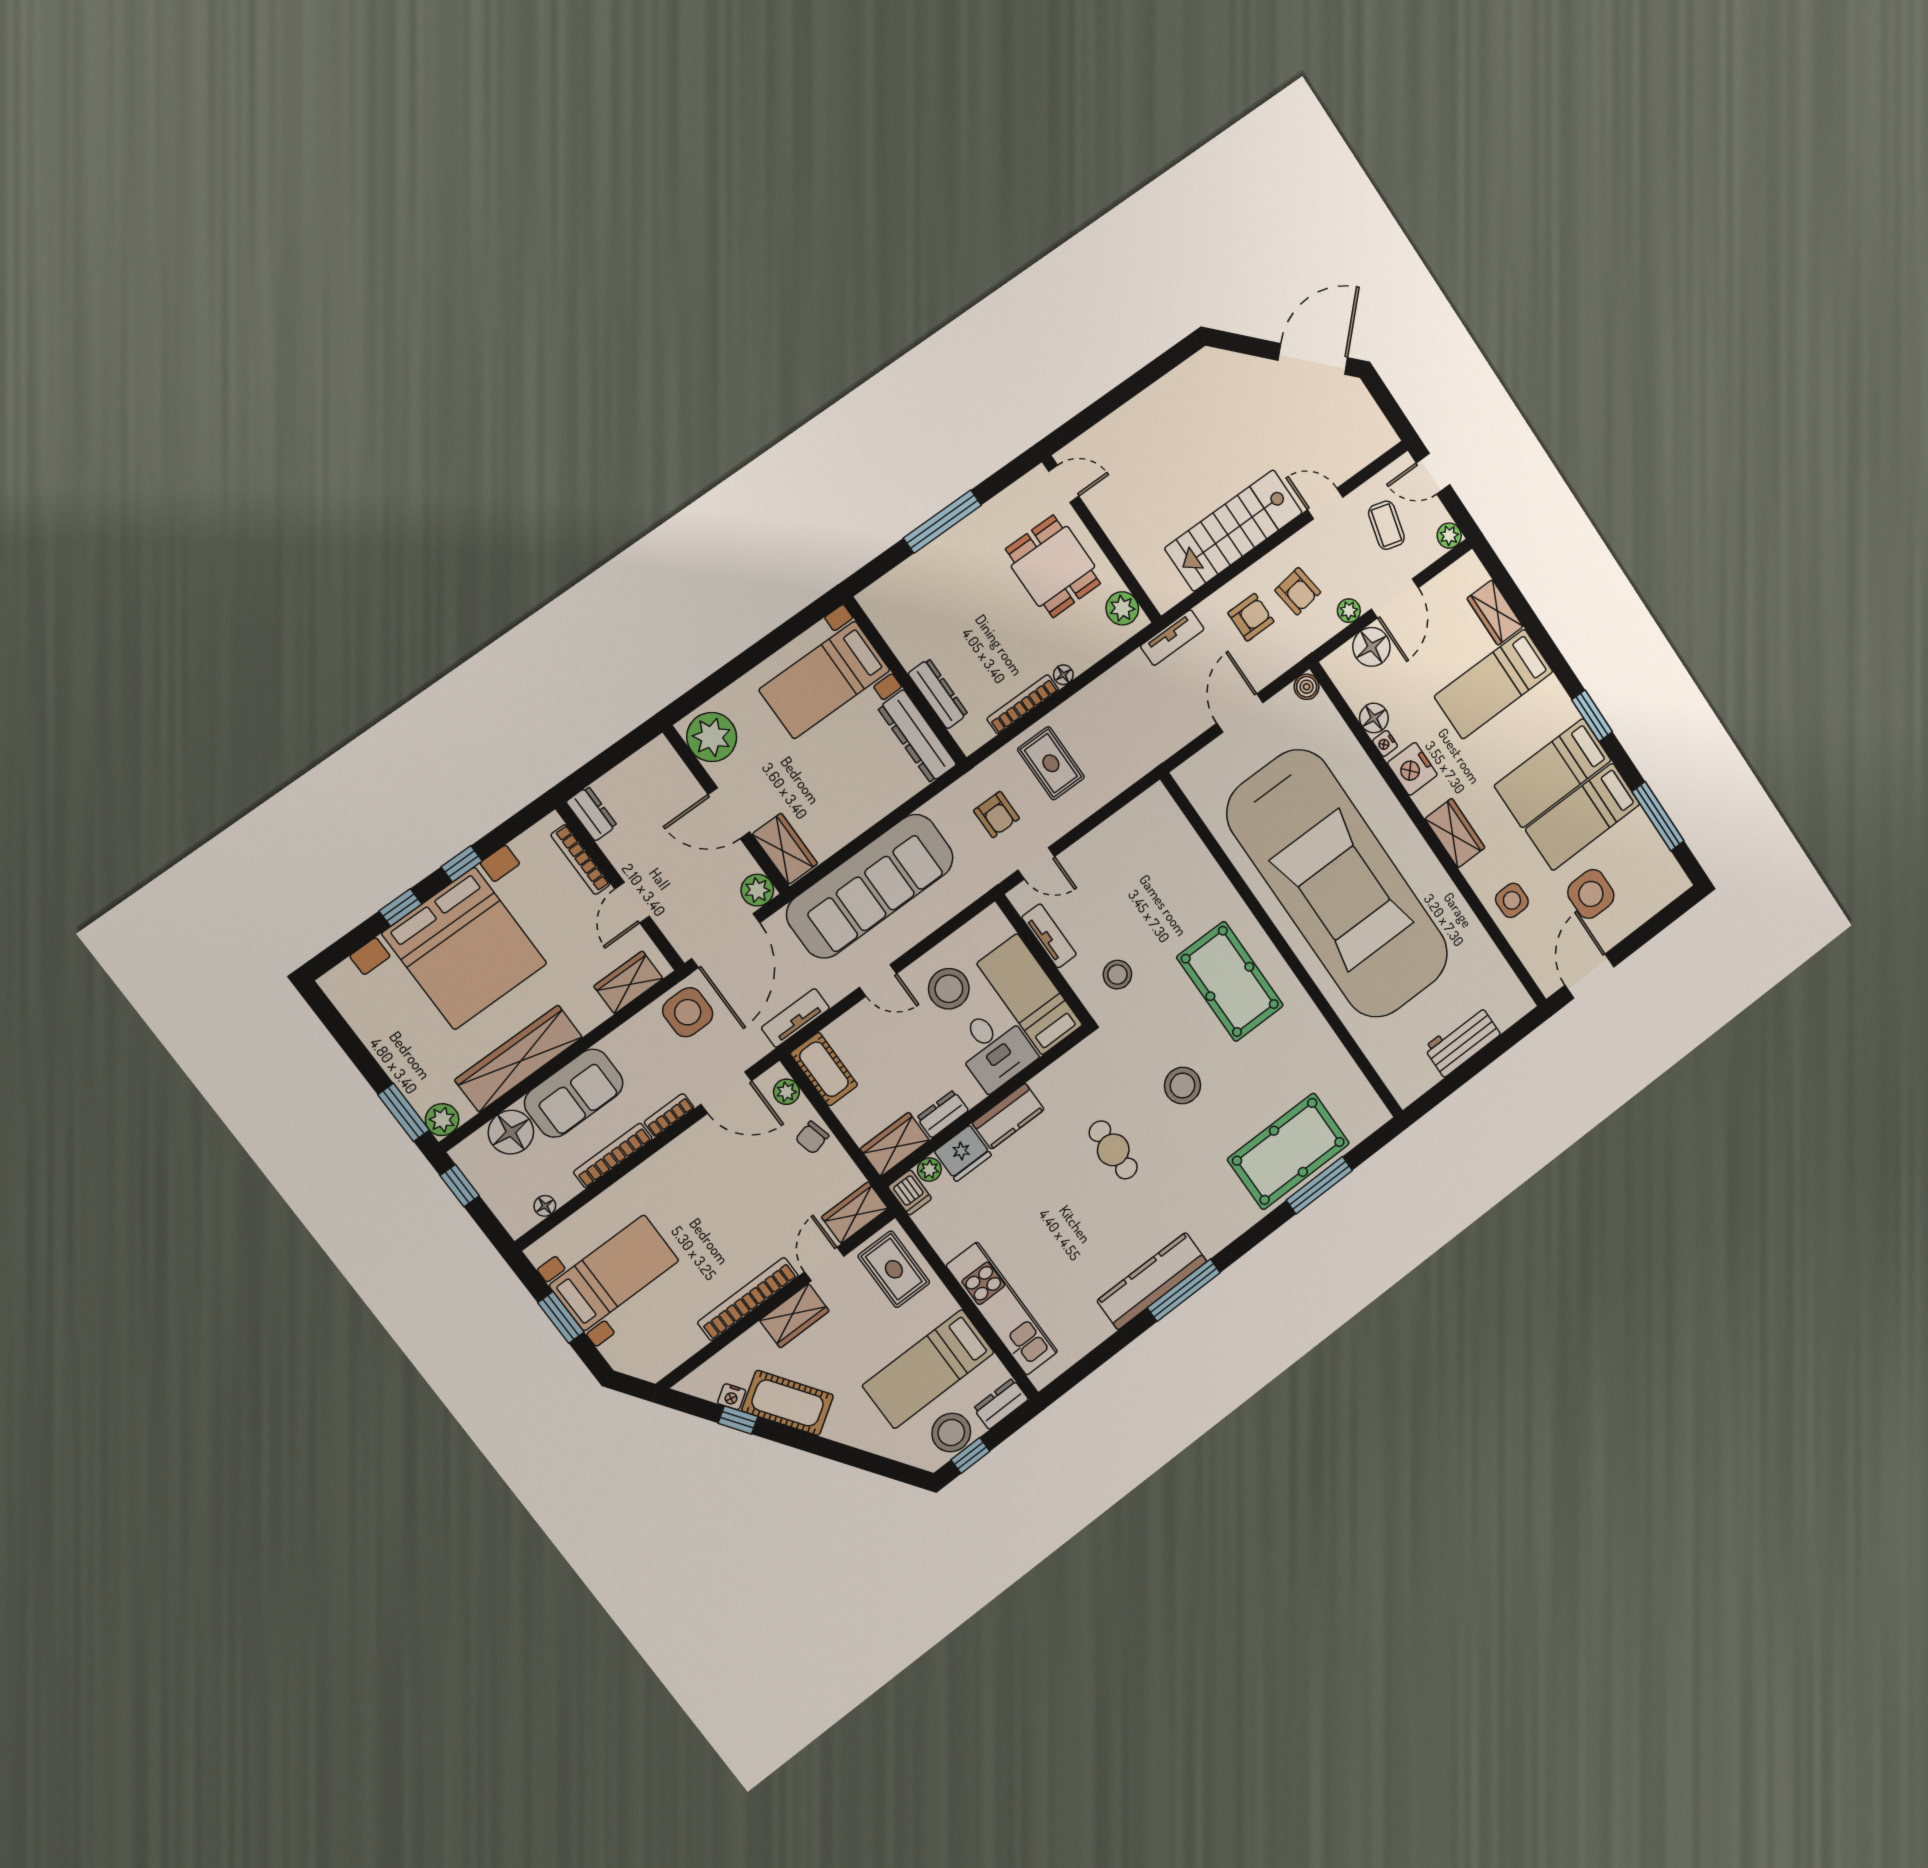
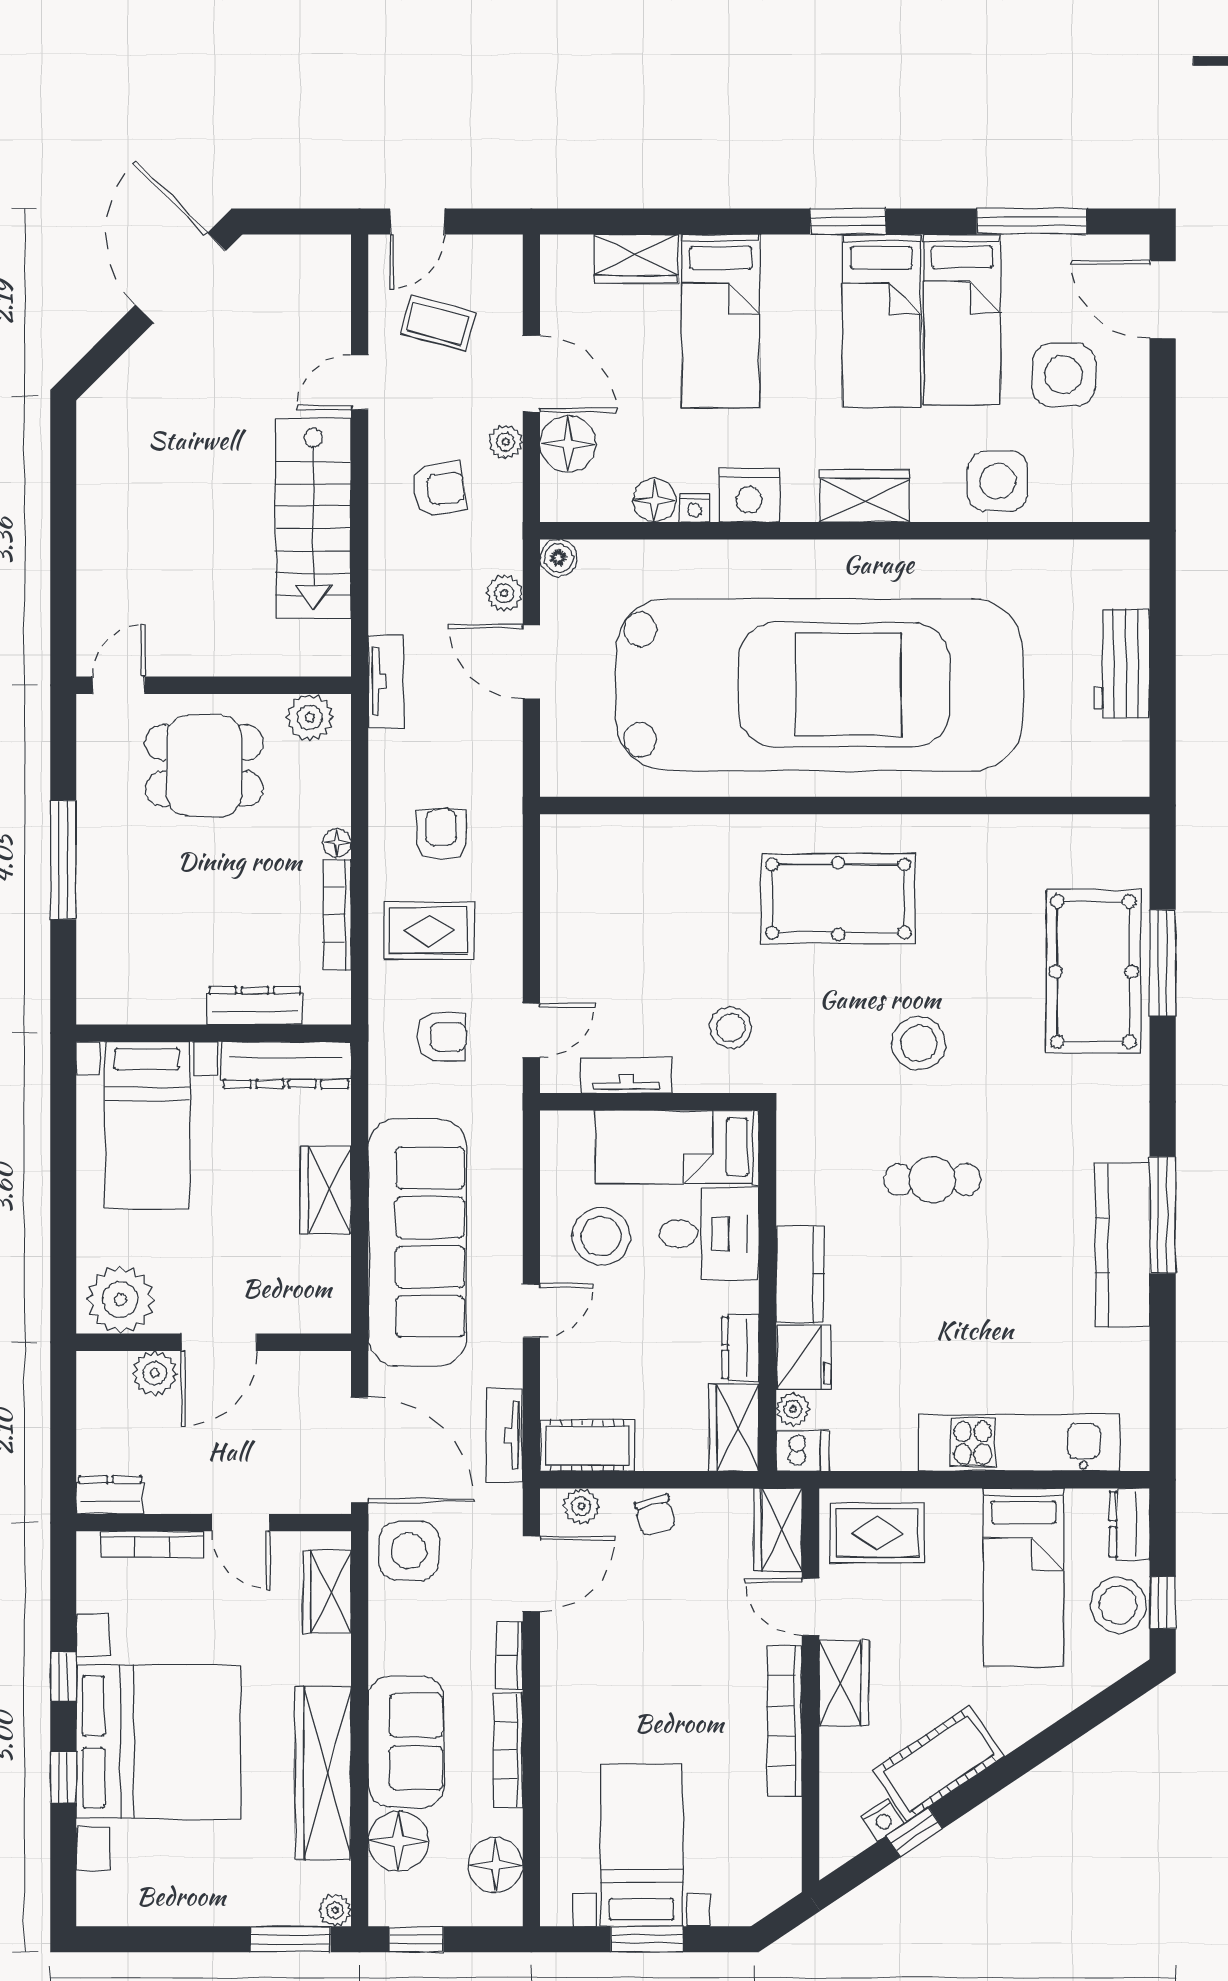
plant: (1449, 536) -> (504, 593), moved
armchair: (1251, 617) -> (441, 834), moved
wardrobe: (785, 849) -> (326, 1190), moved, turned -90
plant: (757, 890) -> (155, 1373), moved
side table: (1512, 900) -> (998, 481), width x1.37, depth x1.37
door: (1589, 976) -> (1163, 300), moved
plant: (442, 1120) -> (335, 1910), width x0.73, depth x0.73
floor lamp: (545, 1206) -> (496, 1865), width x1.89, depth x1.89

